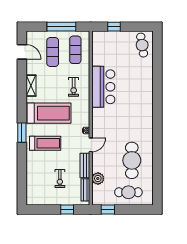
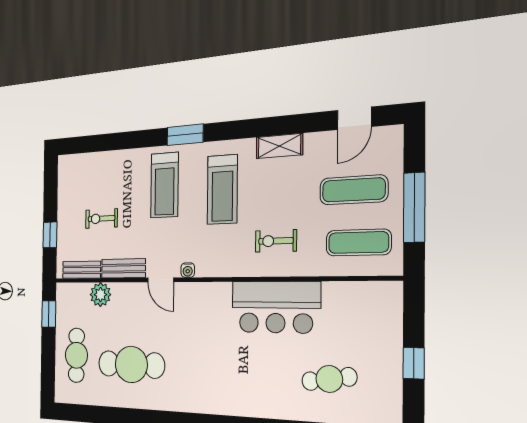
window: (114, 27) -> (414, 363), moved
cafe table: (142, 45) -> (329, 379), moved
treadmill: (49, 113) -> (222, 189), width x0.73, depth x0.73

